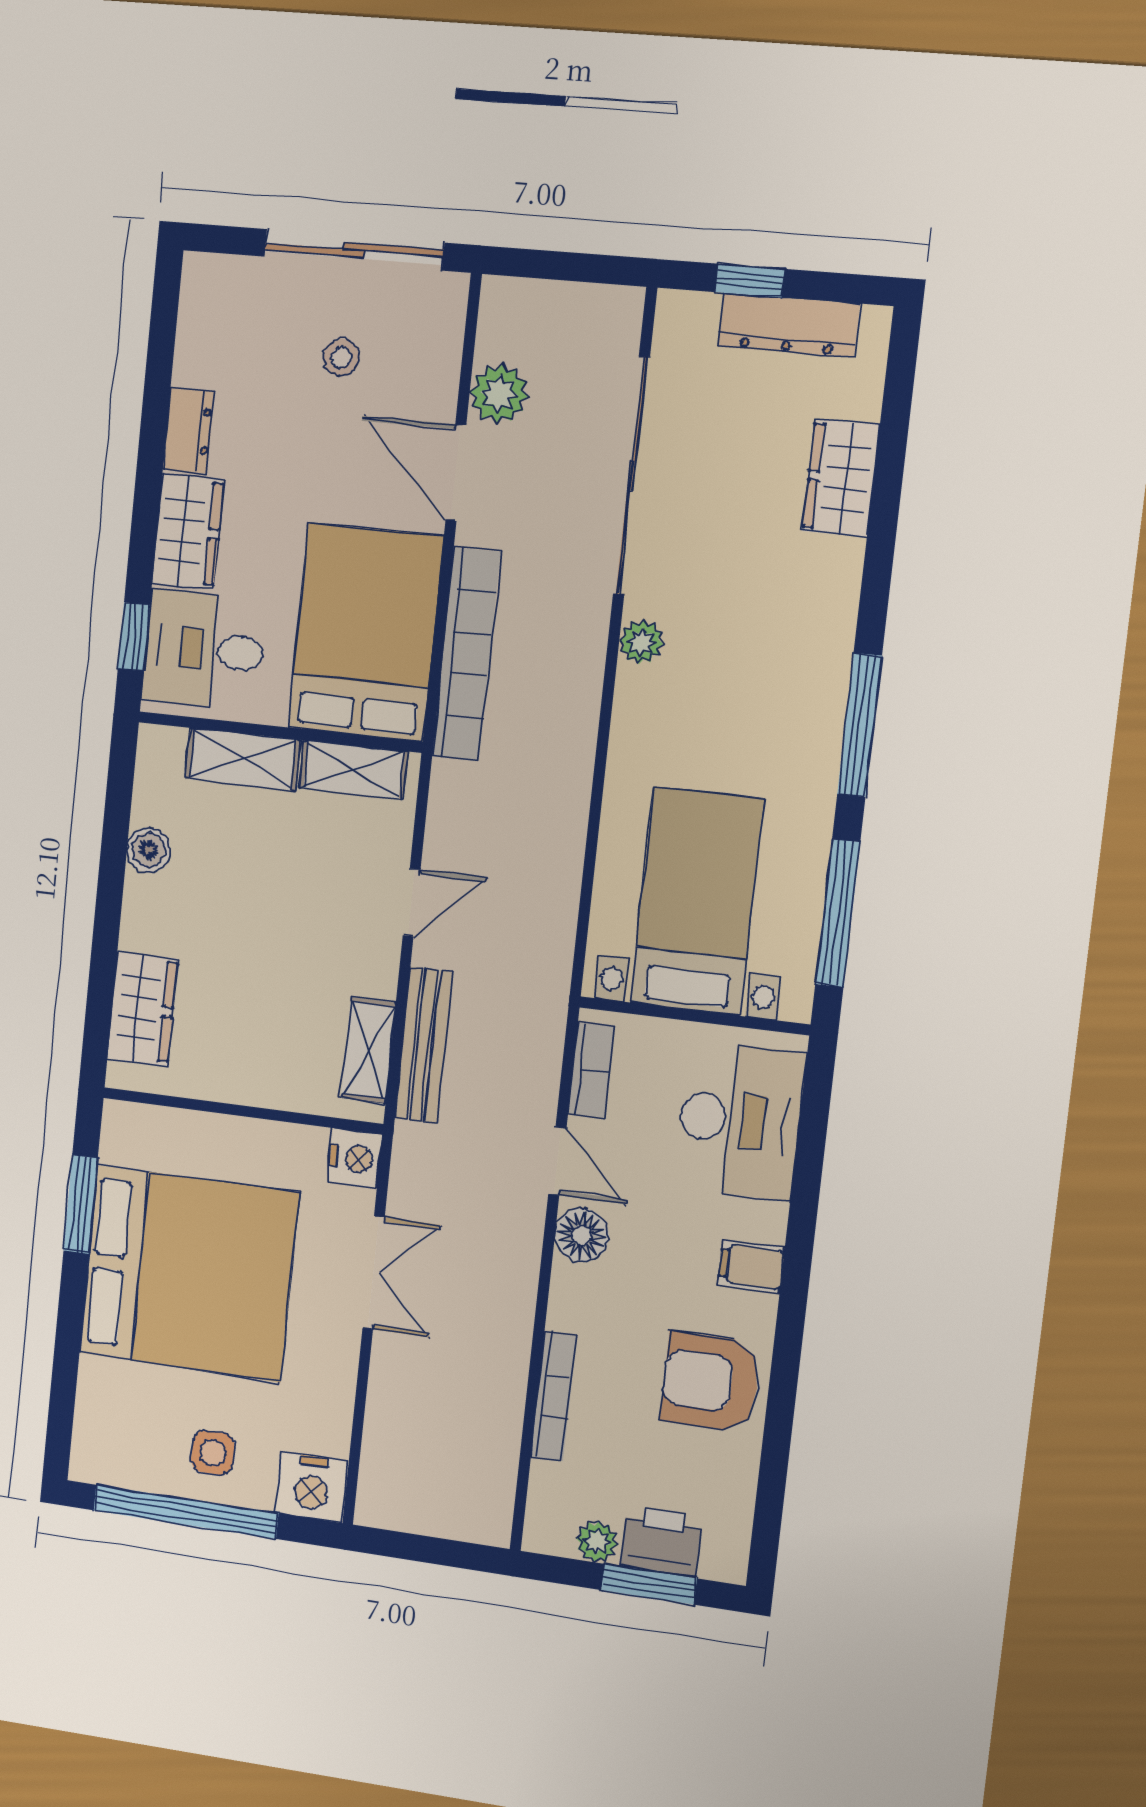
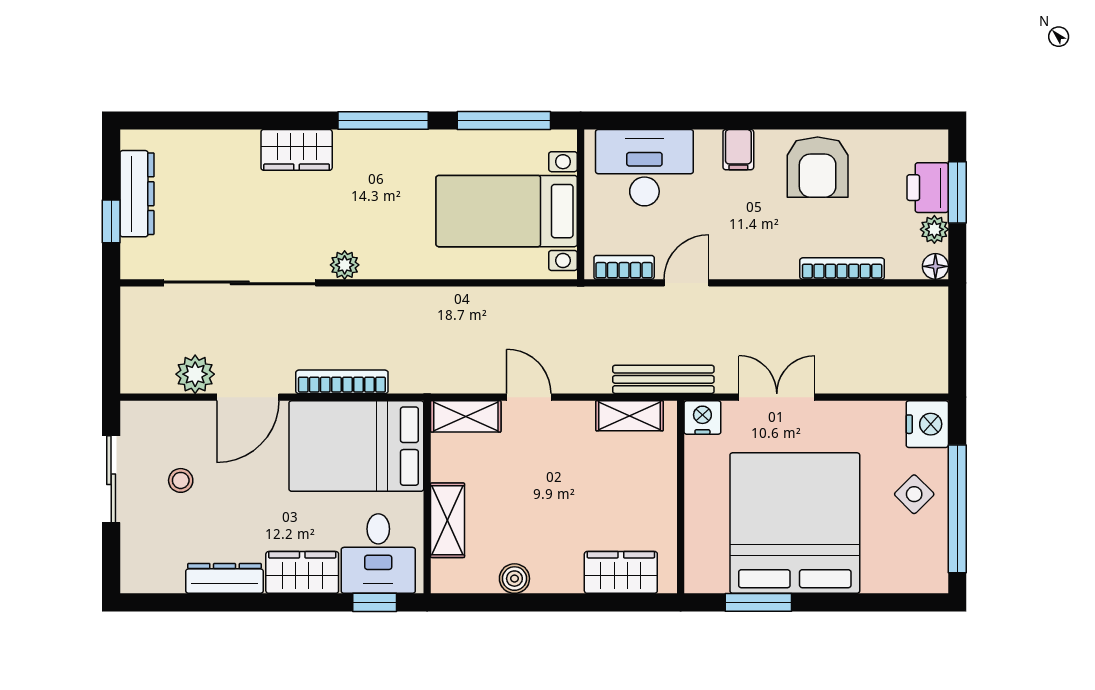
sliding door: (354, 250) -> (111, 479), width x0.73
dresser: (189, 430) -> (225, 578), width x1.44
wardrobe: (841, 478) -> (297, 150), moved
bookcase: (466, 654) -> (342, 382), width x0.68, depth x0.76
shelving: (353, 770) -> (466, 416), moved, turned 90
bench: (424, 1045) -> (663, 379), moved
floor lamp: (582, 1235) -> (935, 266), moved, width x0.73, depth x0.73
side table: (213, 1453) -> (914, 494), turned 45

